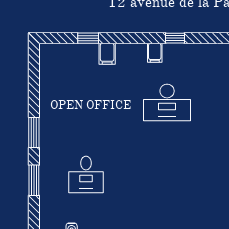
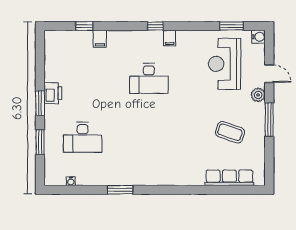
filing cabinet: (155, 53) -> (170, 38), moved
printer: (50, 120) -> (53, 93), added
desk: (86, 174) -> (83, 137), width x1.37

